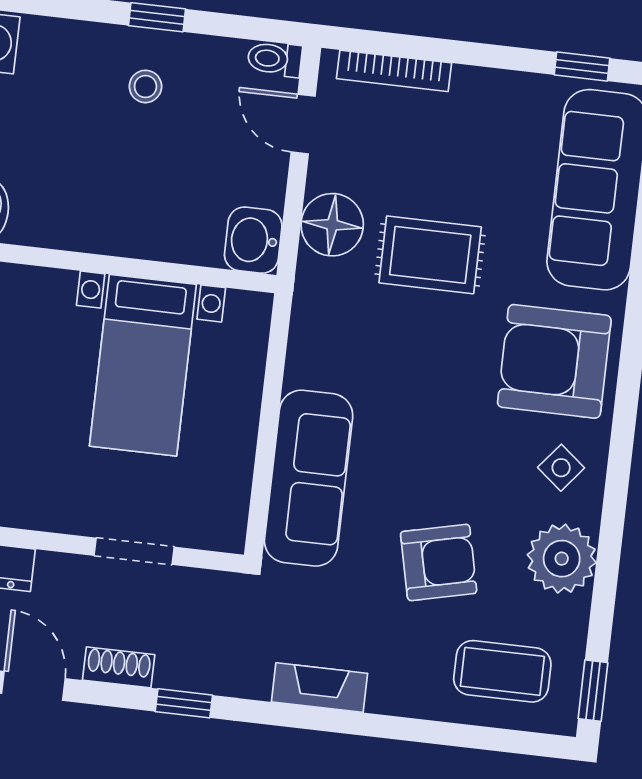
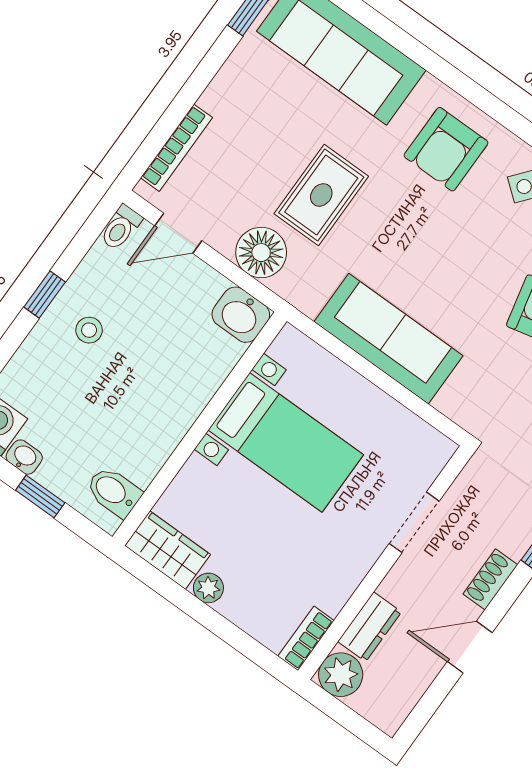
armchair: (554, 361) -> (446, 149), width x0.73, depth x0.73
sofa: (309, 478) -> (388, 339), moved

